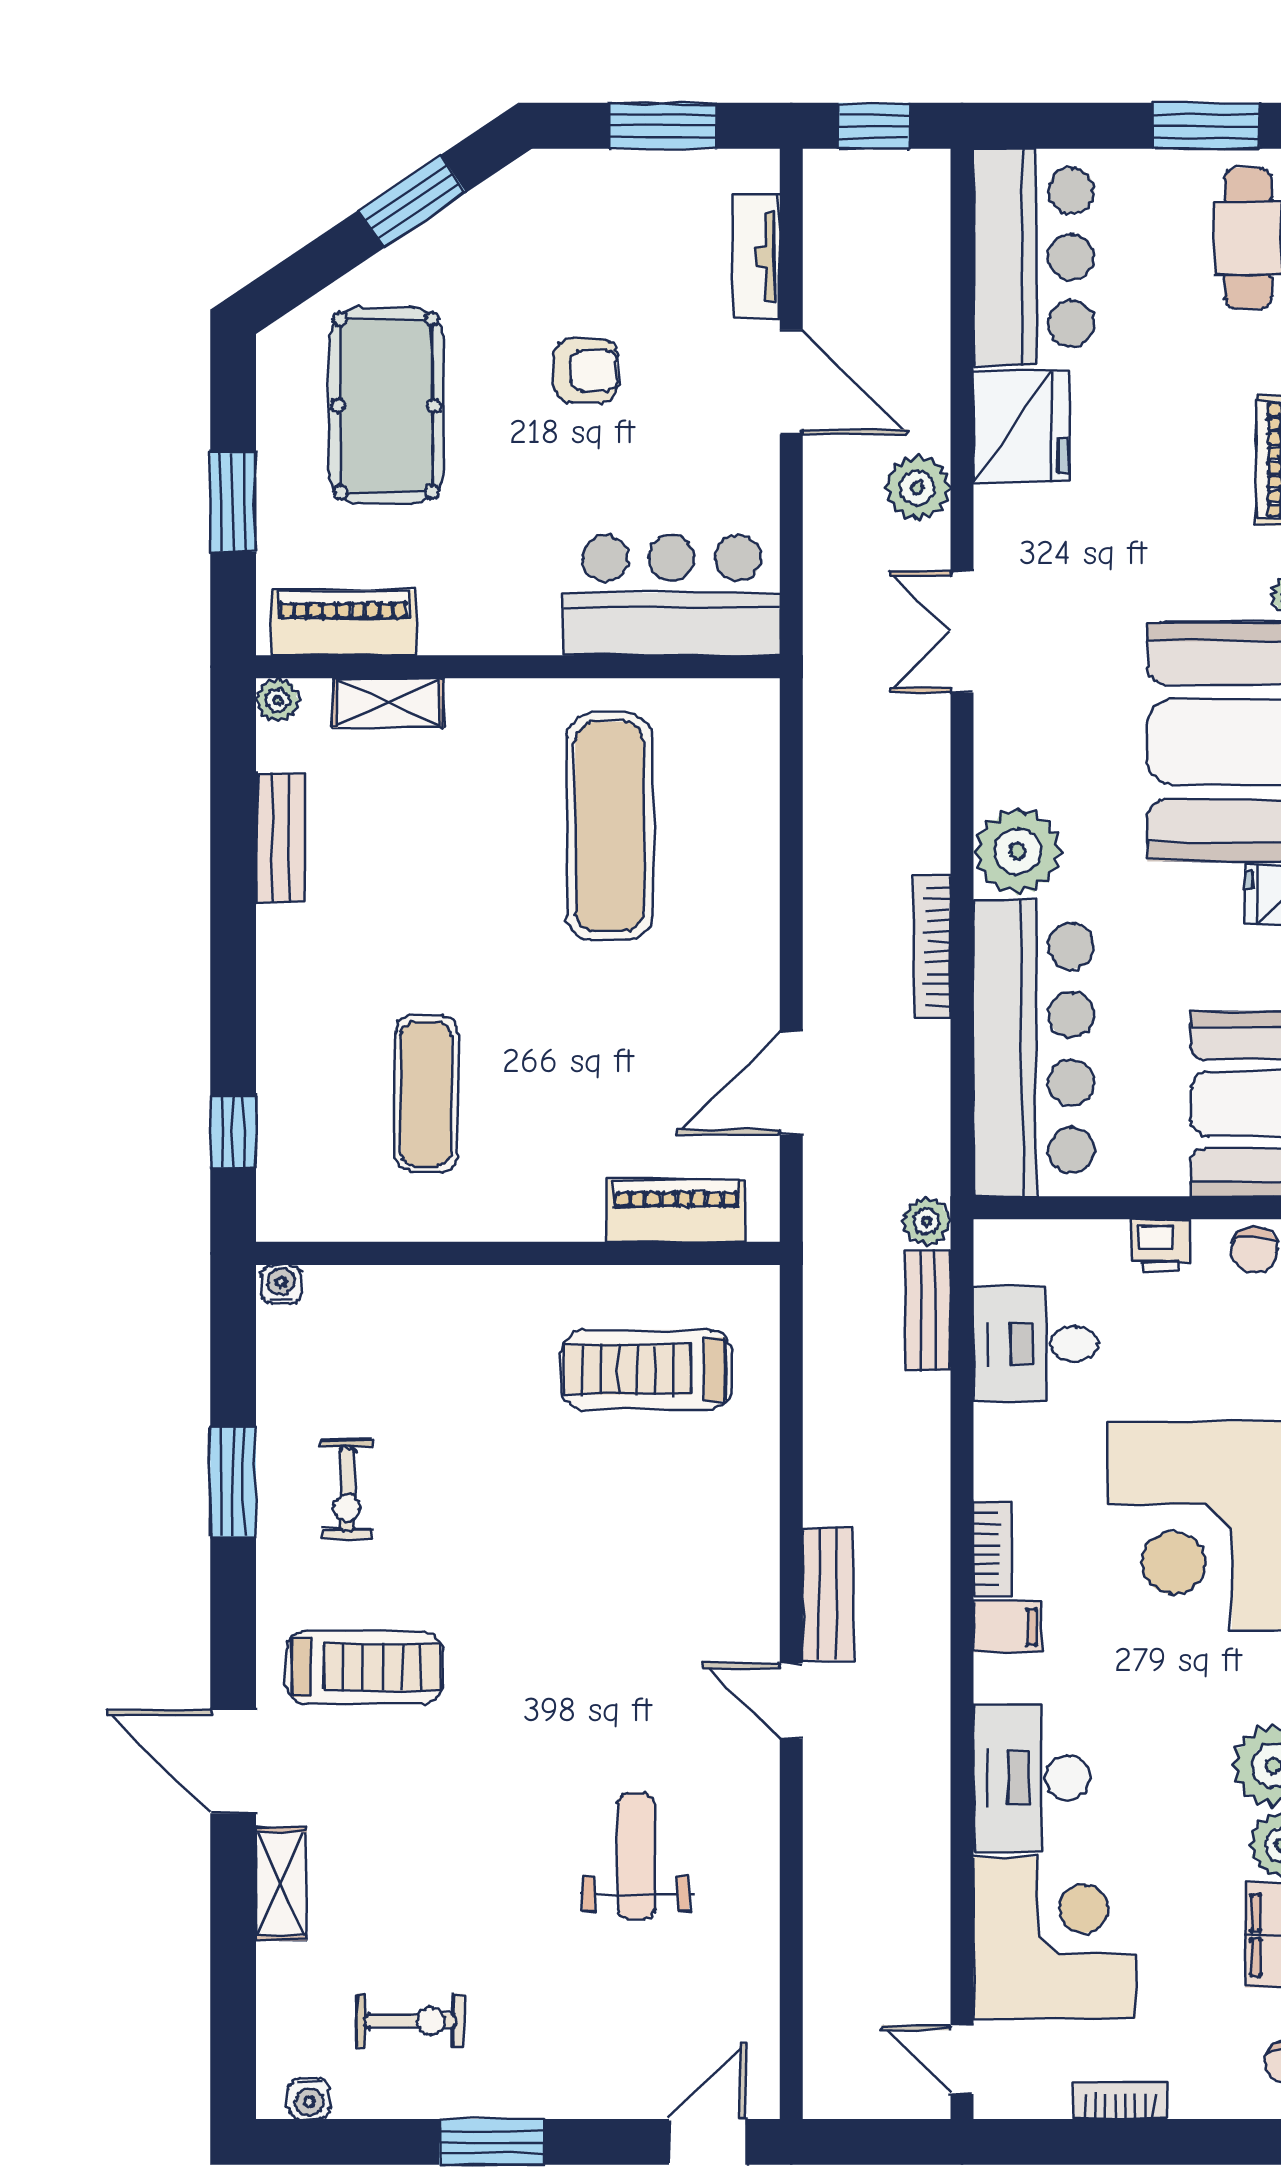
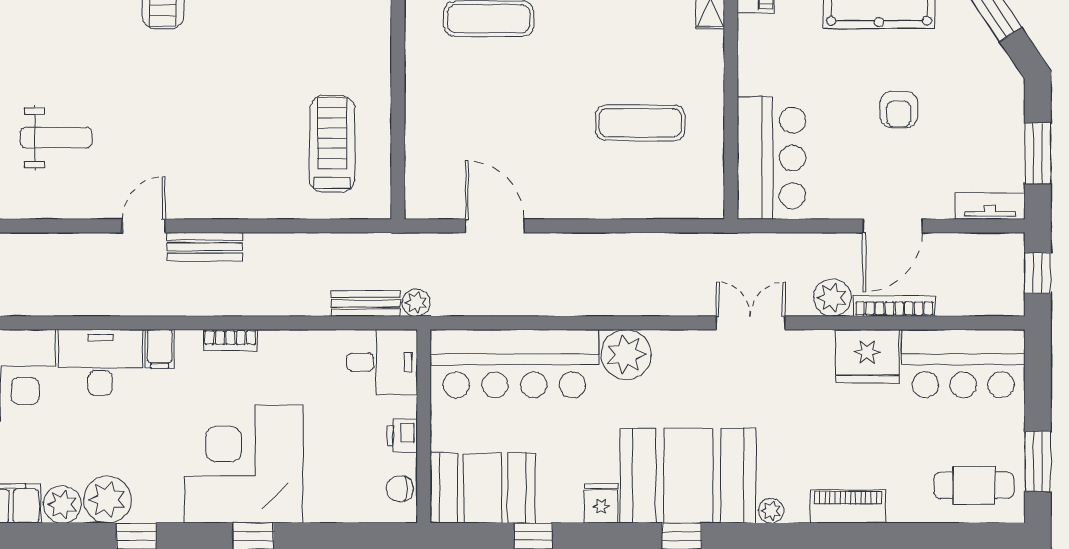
tv unit: (756, 257) -> (990, 206), moved
exercise mat: (610, 827) -> (640, 123), width x0.73, depth x0.69
bookcase: (932, 947) -> (894, 306), moved
piano: (676, 1211) -> (422, 161), removed
desk: (1036, 1344) -> (382, 362), moved, turned 90
filing cabinet: (1008, 1627) -> (160, 349), moved

